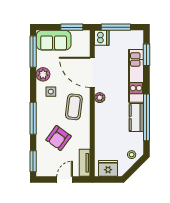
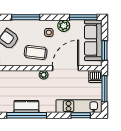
sofa: (54, 40) -> (93, 40), width x1.36
kitchen unit: (136, 76) -> (79, 106), moved

